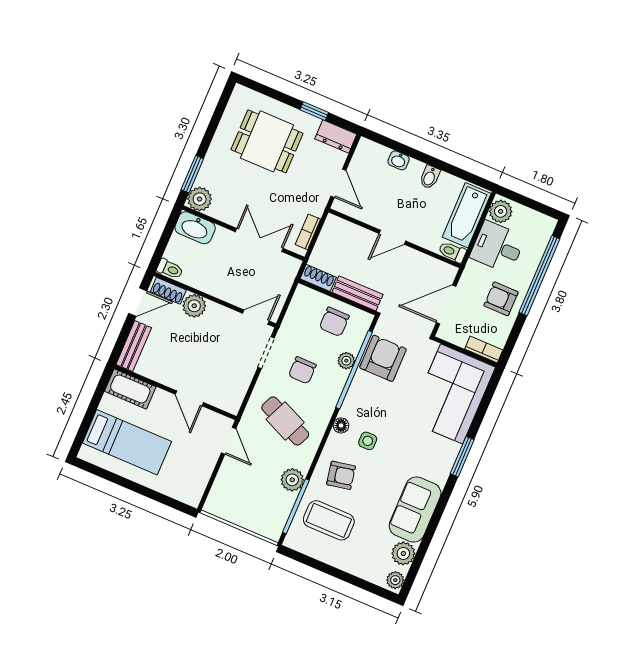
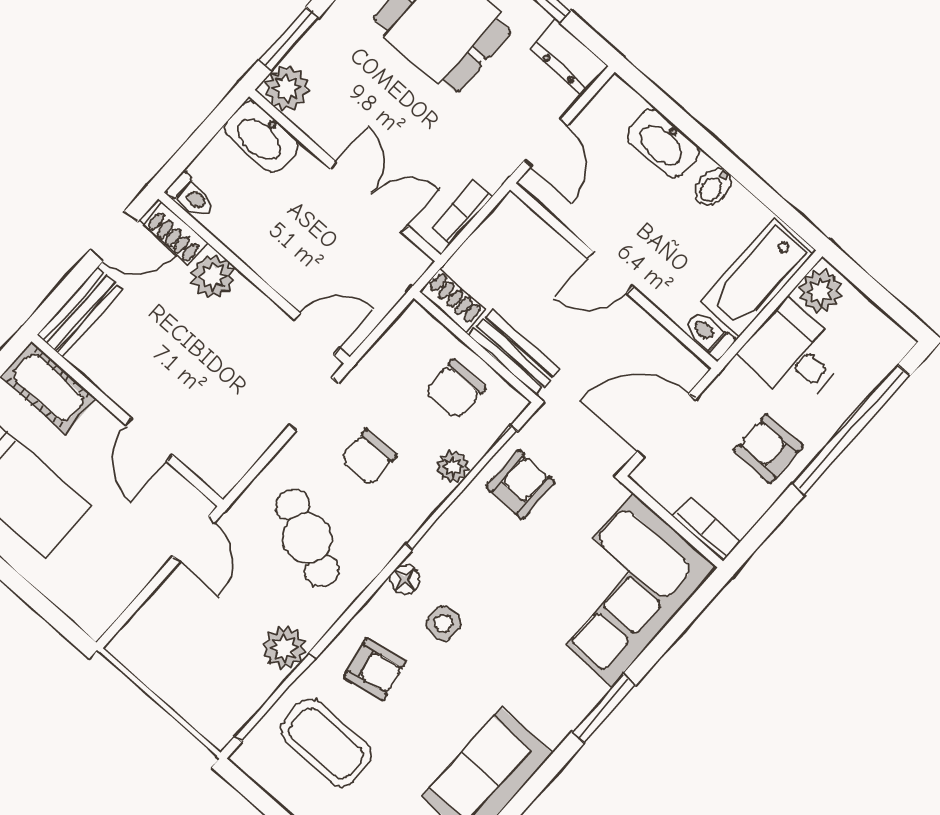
washbasin: (399, 160) -> (663, 143), width x1.91, depth x1.45
armchair: (383, 358) -> (521, 484), width x0.72, depth x0.72

